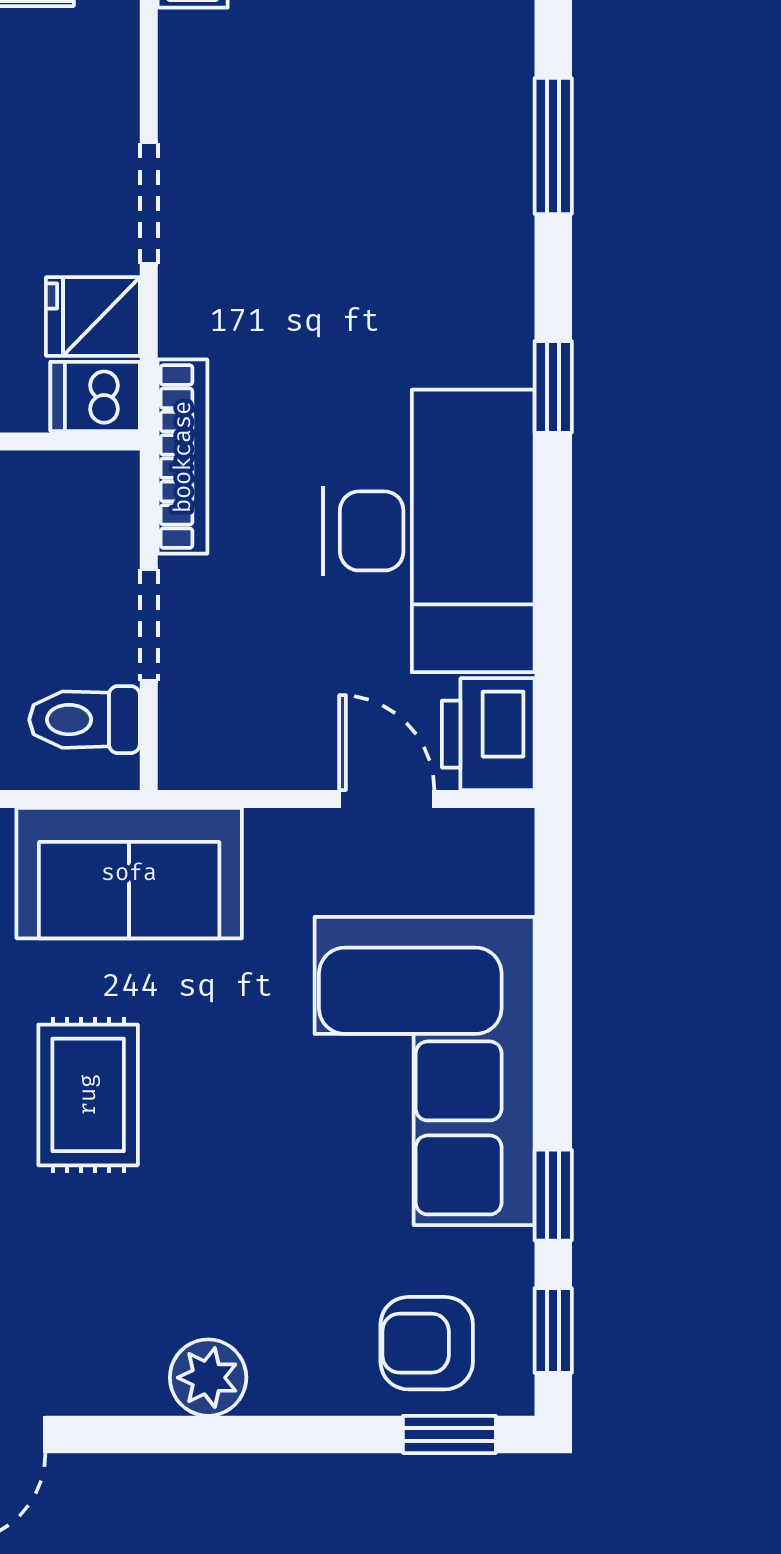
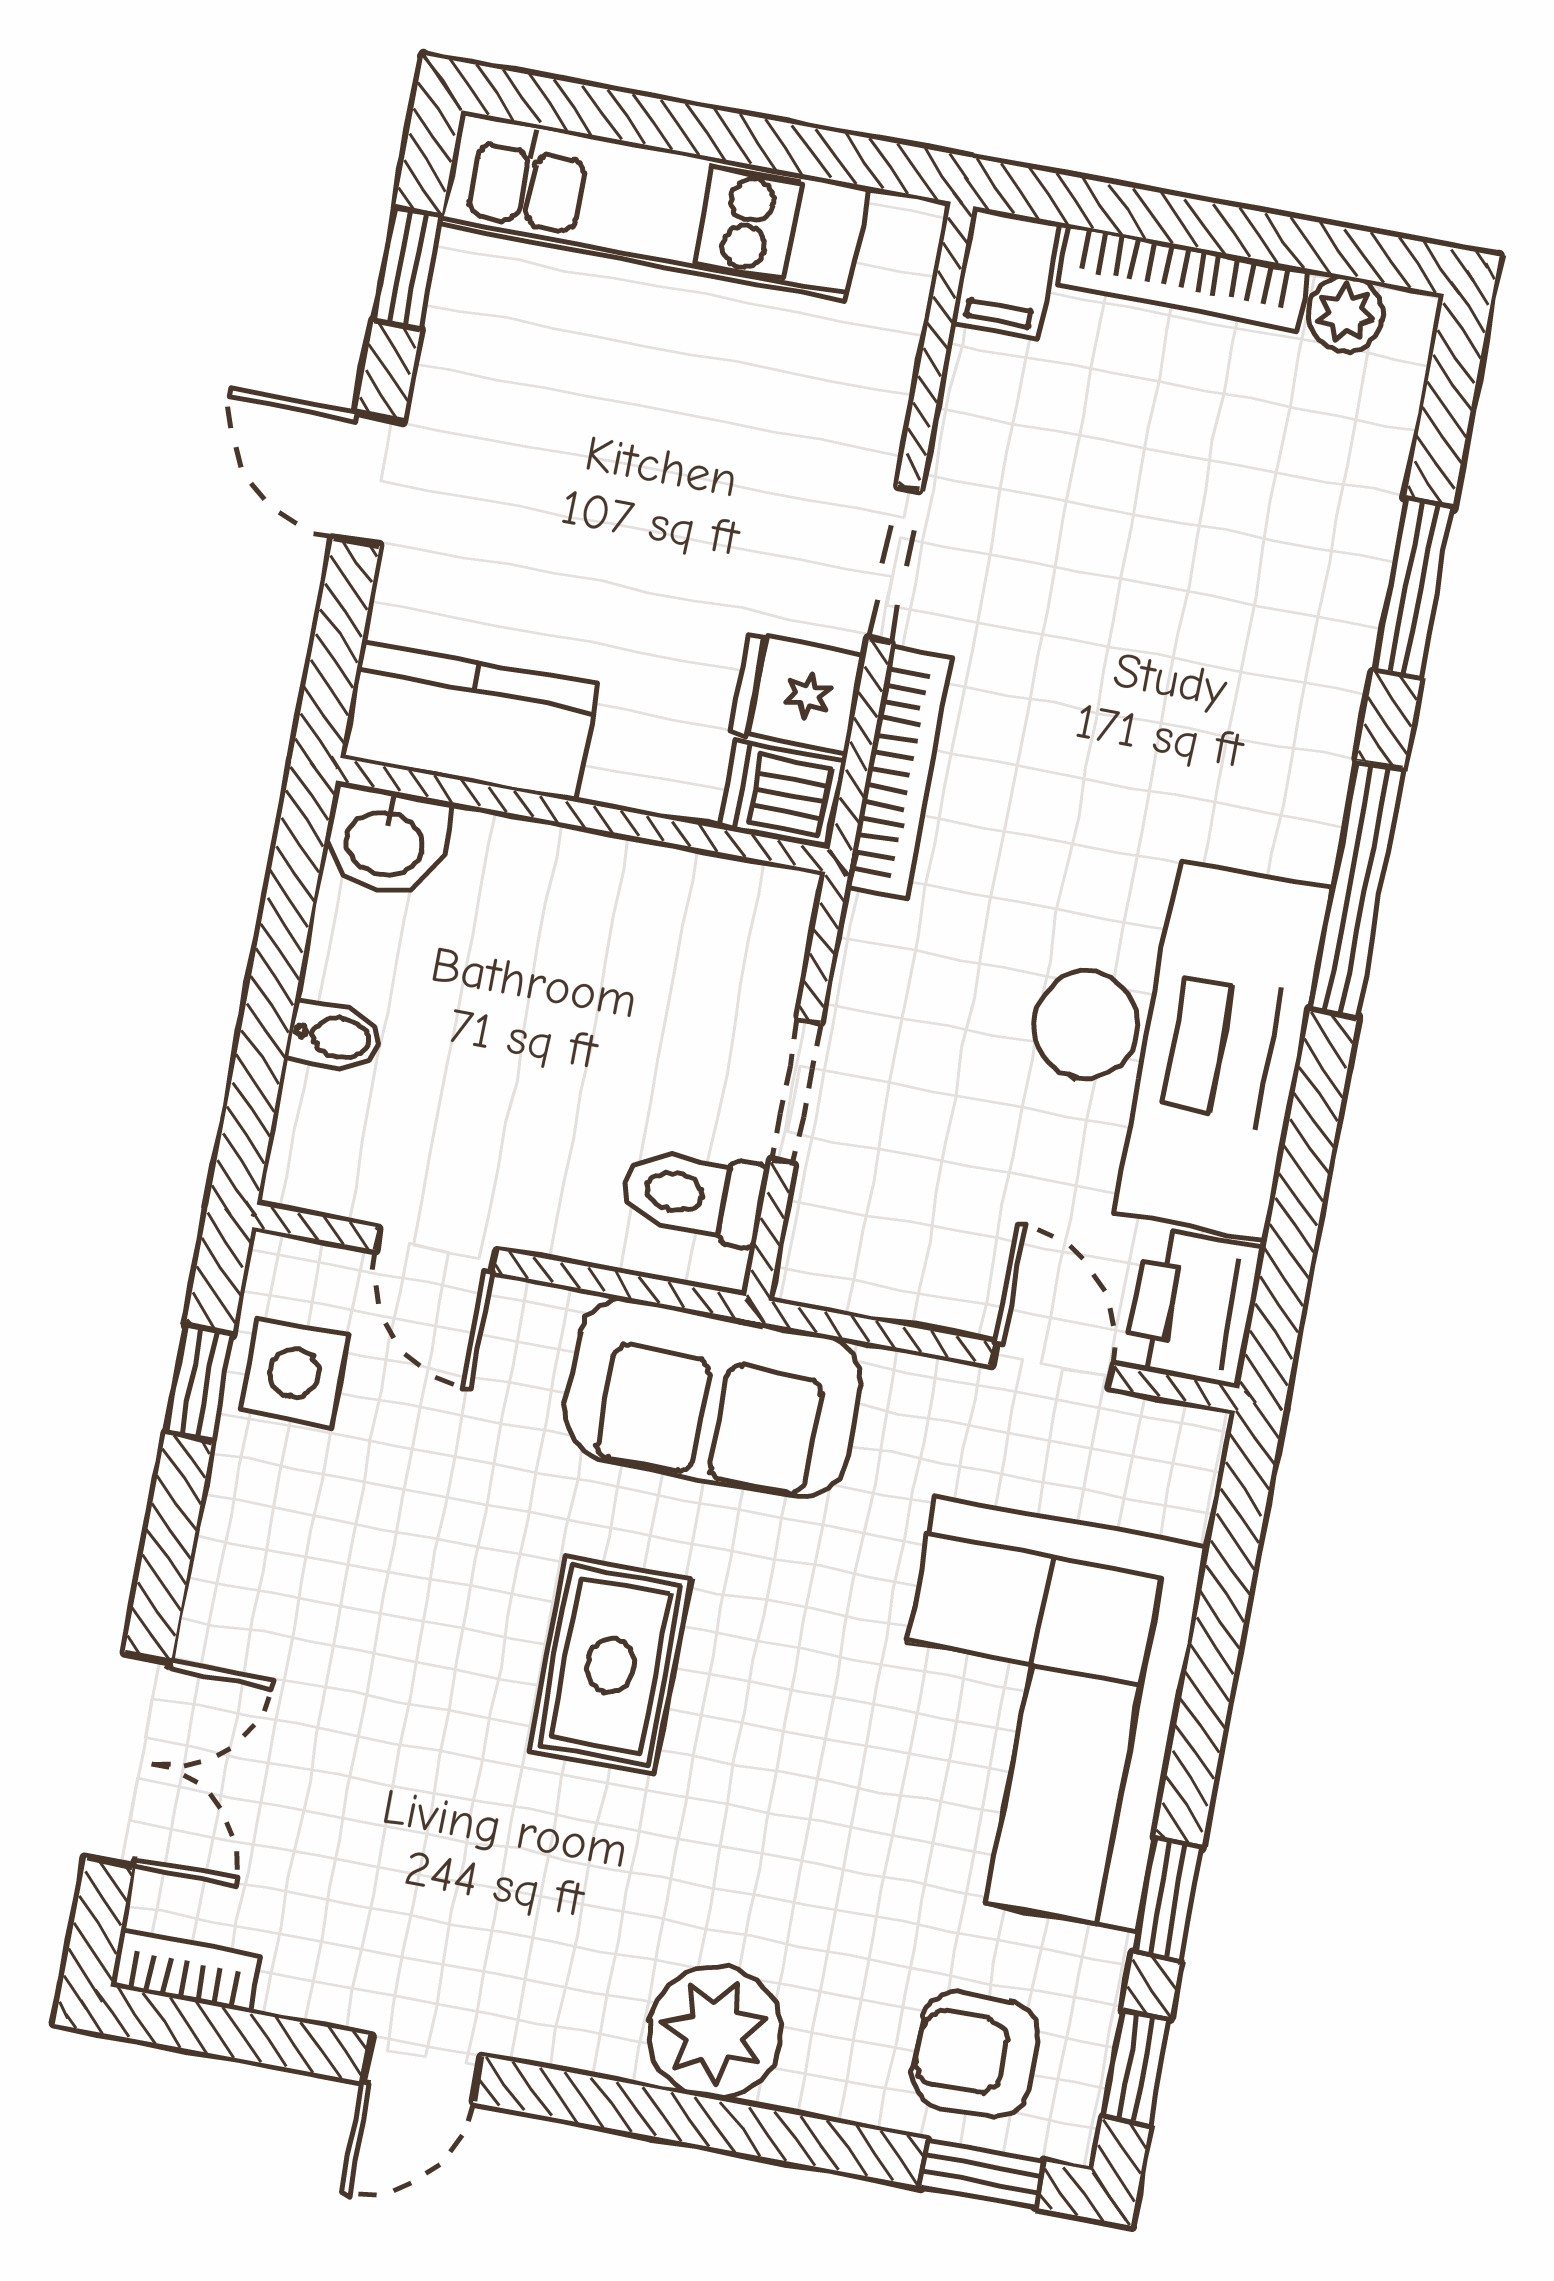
window: (553, 387) -> (1357, 889), width x2.17
bookcase: (183, 457) -> (899, 773), moved
plant: (208, 1378) -> (715, 2032), width x1.36, depth x1.36

